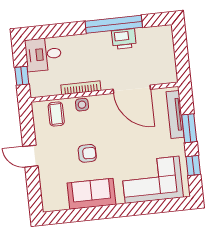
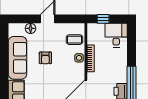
floor lamp: (47, 180) -> (31, 28), added
sofa: (91, 194) -> (18, 58), width x1.36

